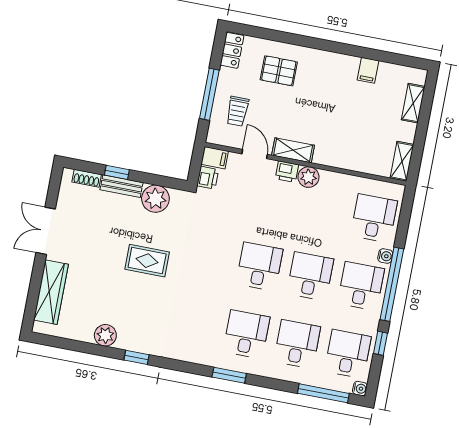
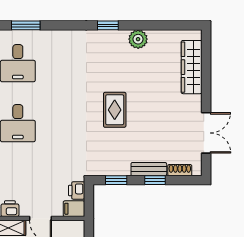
window: (161, 181) -> (116, 180), added
plant: (155, 199) -> (118, 164), removed
double door: (46, 231) -> (206, 133), moved
rug: (147, 261) -> (115, 110), turned 90

